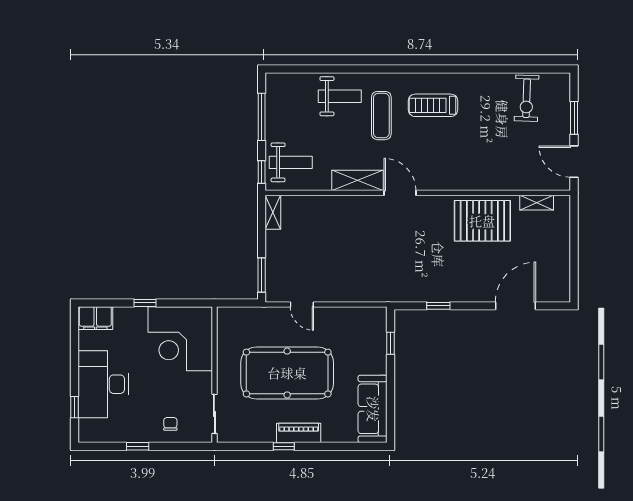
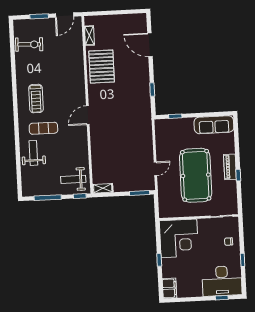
weight bench: (291, 162) -> (73, 179), turned -90
shelving: (357, 180) -> (82, 140), removed
desk: (103, 384) -> (222, 281), moved

